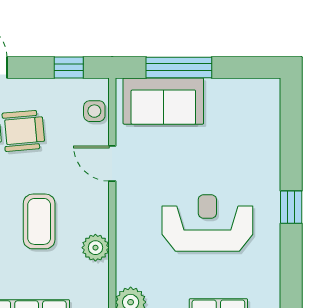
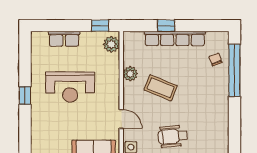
coffee table: (39, 221) -> (161, 88), turned -68

